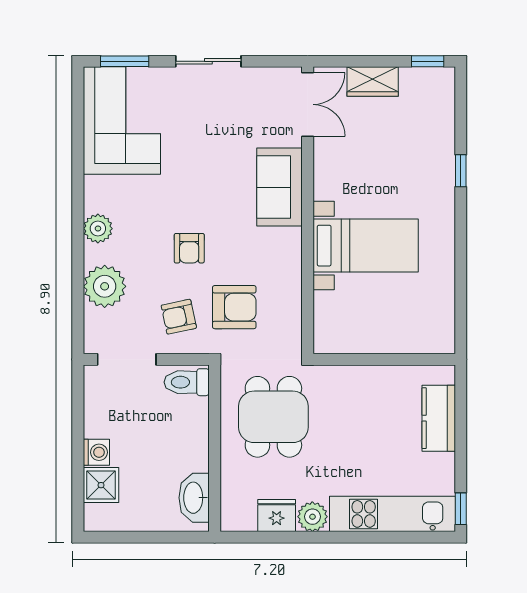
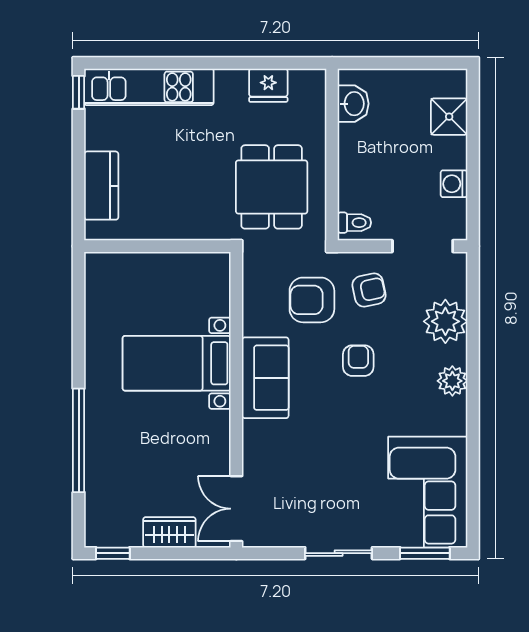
window: (461, 171) -> (79, 440), width x3.17
sofa: (280, 187) -> (265, 378), moved
toilet: (187, 382) -> (354, 223), width x0.73, depth x0.72
washing machine: (96, 452) -> (454, 184), moved
washbasin: (194, 498) -> (353, 104), width x0.72
plant: (312, 517) -> (231, 84), removed

